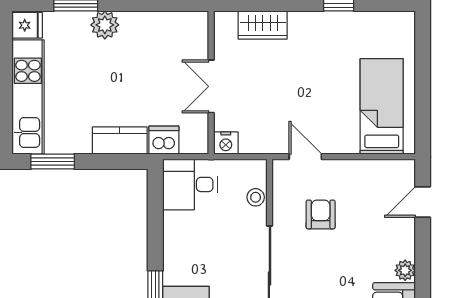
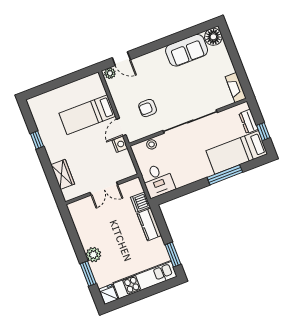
bed: (382, 106) -> (87, 115), moved
nightstand: (226, 143) -> (120, 144), moved
plant: (405, 270) -> (110, 73), moved

